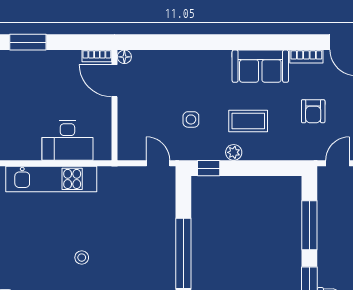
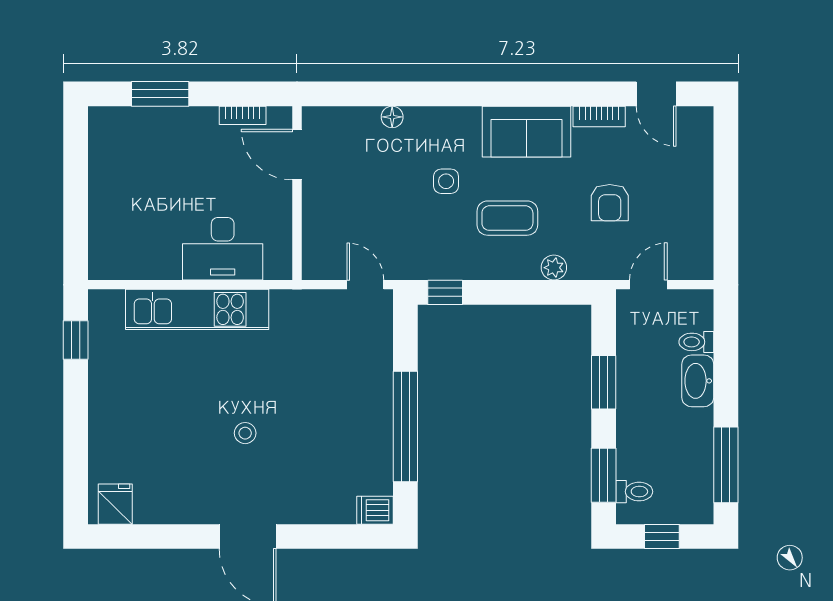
bookcase: (97, 56) -> (243, 115), moved
floor lamp: (124, 57) -> (392, 117), moved
side table: (191, 119) -> (446, 181), moved
plant: (234, 152) -> (554, 268), moved
window: (309, 225) -> (604, 382), width x0.69

